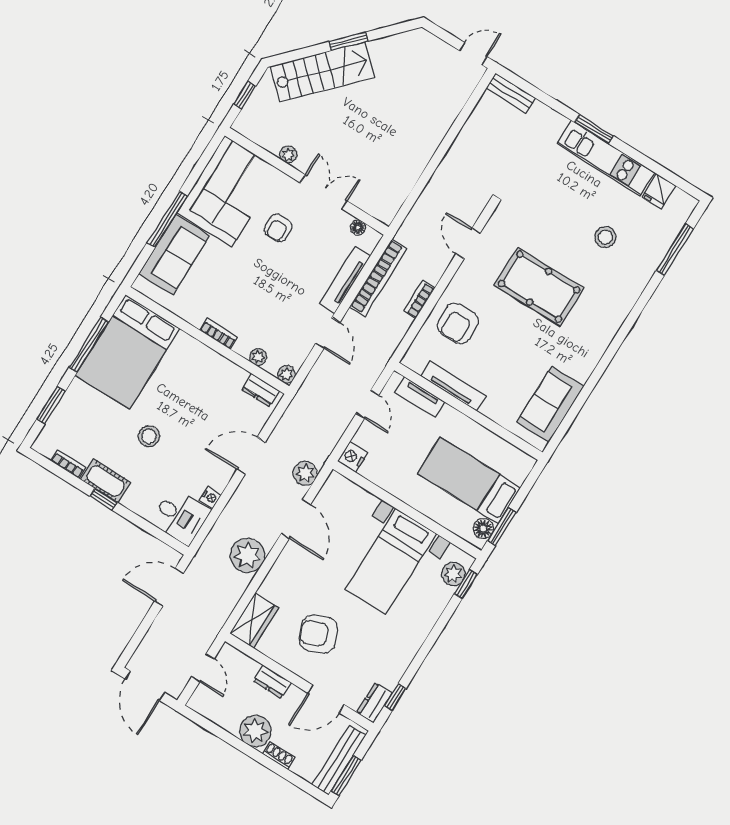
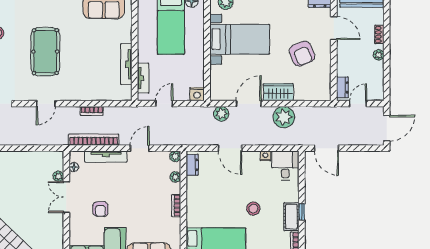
plant: (288, 155) -> (58, 176), moved
armchair: (278, 228) -> (100, 209), turned 90
armchair: (458, 323) -> (92, 83), removed
wardrobe: (254, 620) -> (278, 92), moved
dresser: (272, 682) -> (342, 87), moved
plant: (255, 731) -> (379, 55), width x0.53, depth x0.53

